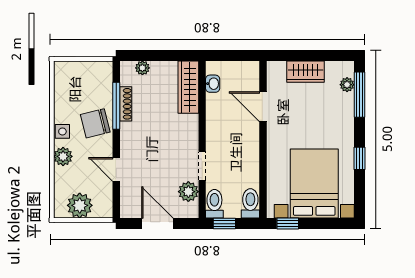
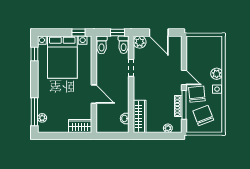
wardrobe: (306, 72) -> (80, 126), moved
chair: (85, 89) -> (203, 115), added
door: (263, 107) -> (94, 94), moved
chair: (95, 123) -> (197, 94), turned -82
window: (360, 158) -> (34, 54), moved
door: (116, 169) -> (184, 78), moved
plant: (188, 192) -> (140, 42), moved
plant: (80, 205) -> (206, 44), removed

